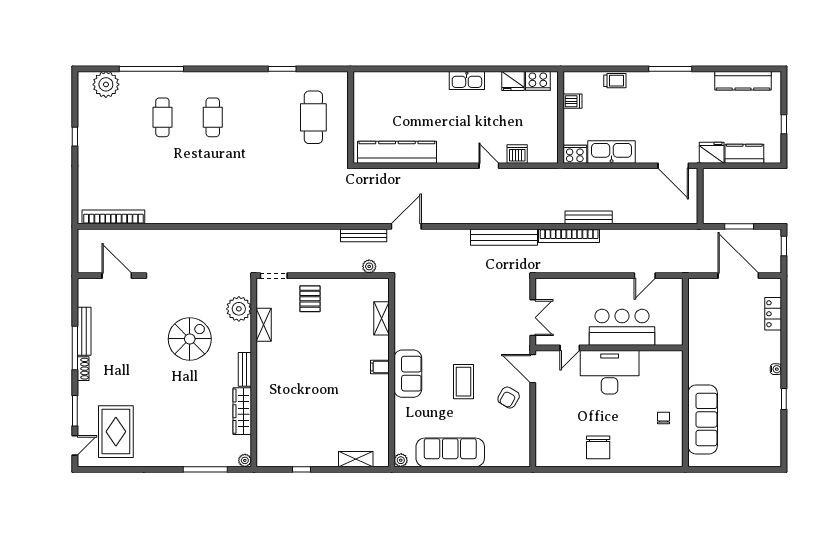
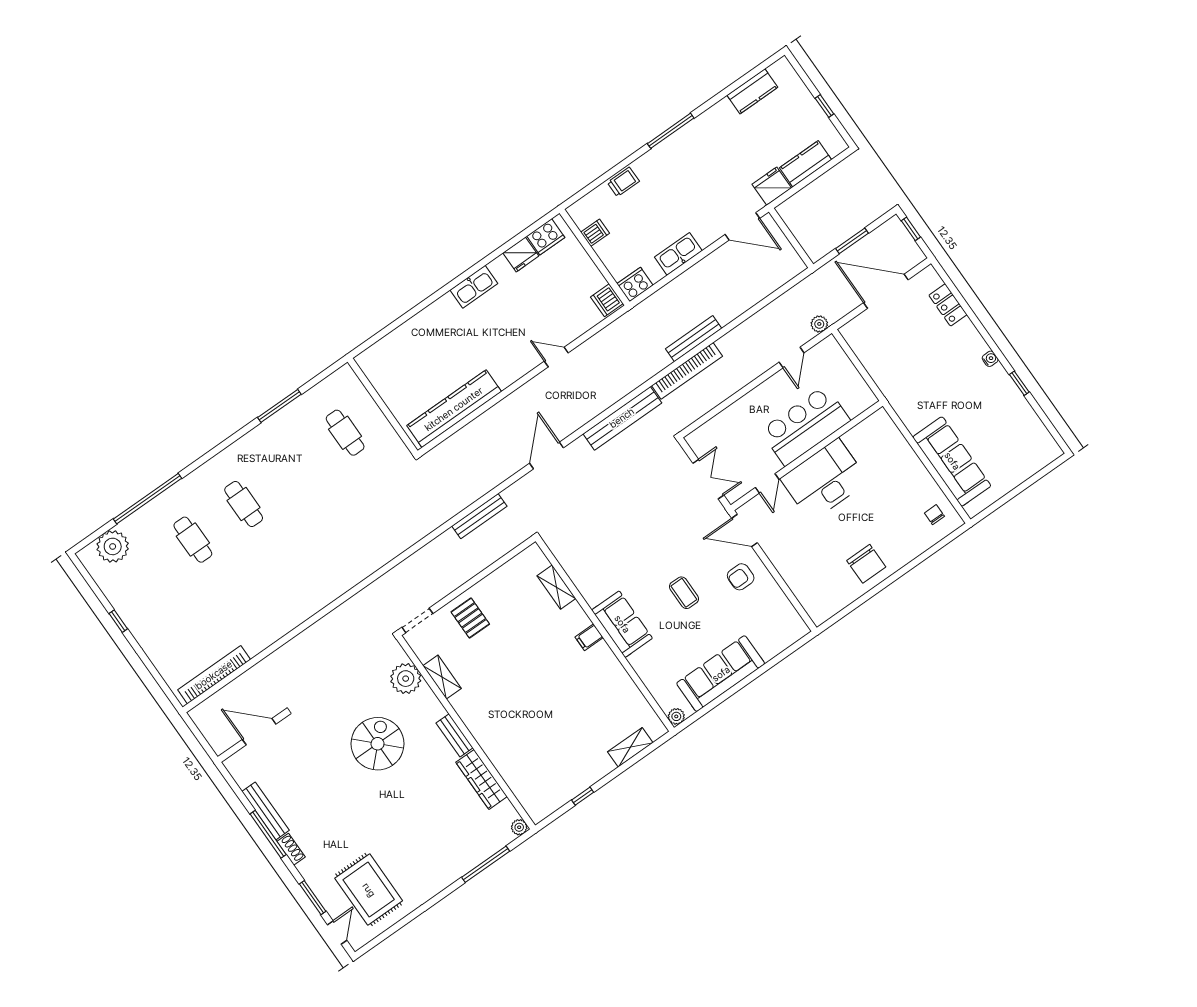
window: (282, 69) -> (279, 406), width x1.44
kitchen counter: (743, 81) -> (752, 91), width x0.67
cafe table: (313, 117) -> (345, 433), width x0.73, depth x0.74
kitchen sink: (612, 152) -> (678, 254), width x0.73, depth x0.81
dishwasher: (517, 154) -> (607, 300), moved, turned -90
door: (406, 226) -> (547, 455), moved
plant: (369, 266) -> (819, 324), moved
coffee table: (464, 382) -> (684, 593), width x0.73, depth x0.77
armchair: (509, 398) -> (741, 577), turned 60
chair: (664, 418) -> (934, 515), moved

